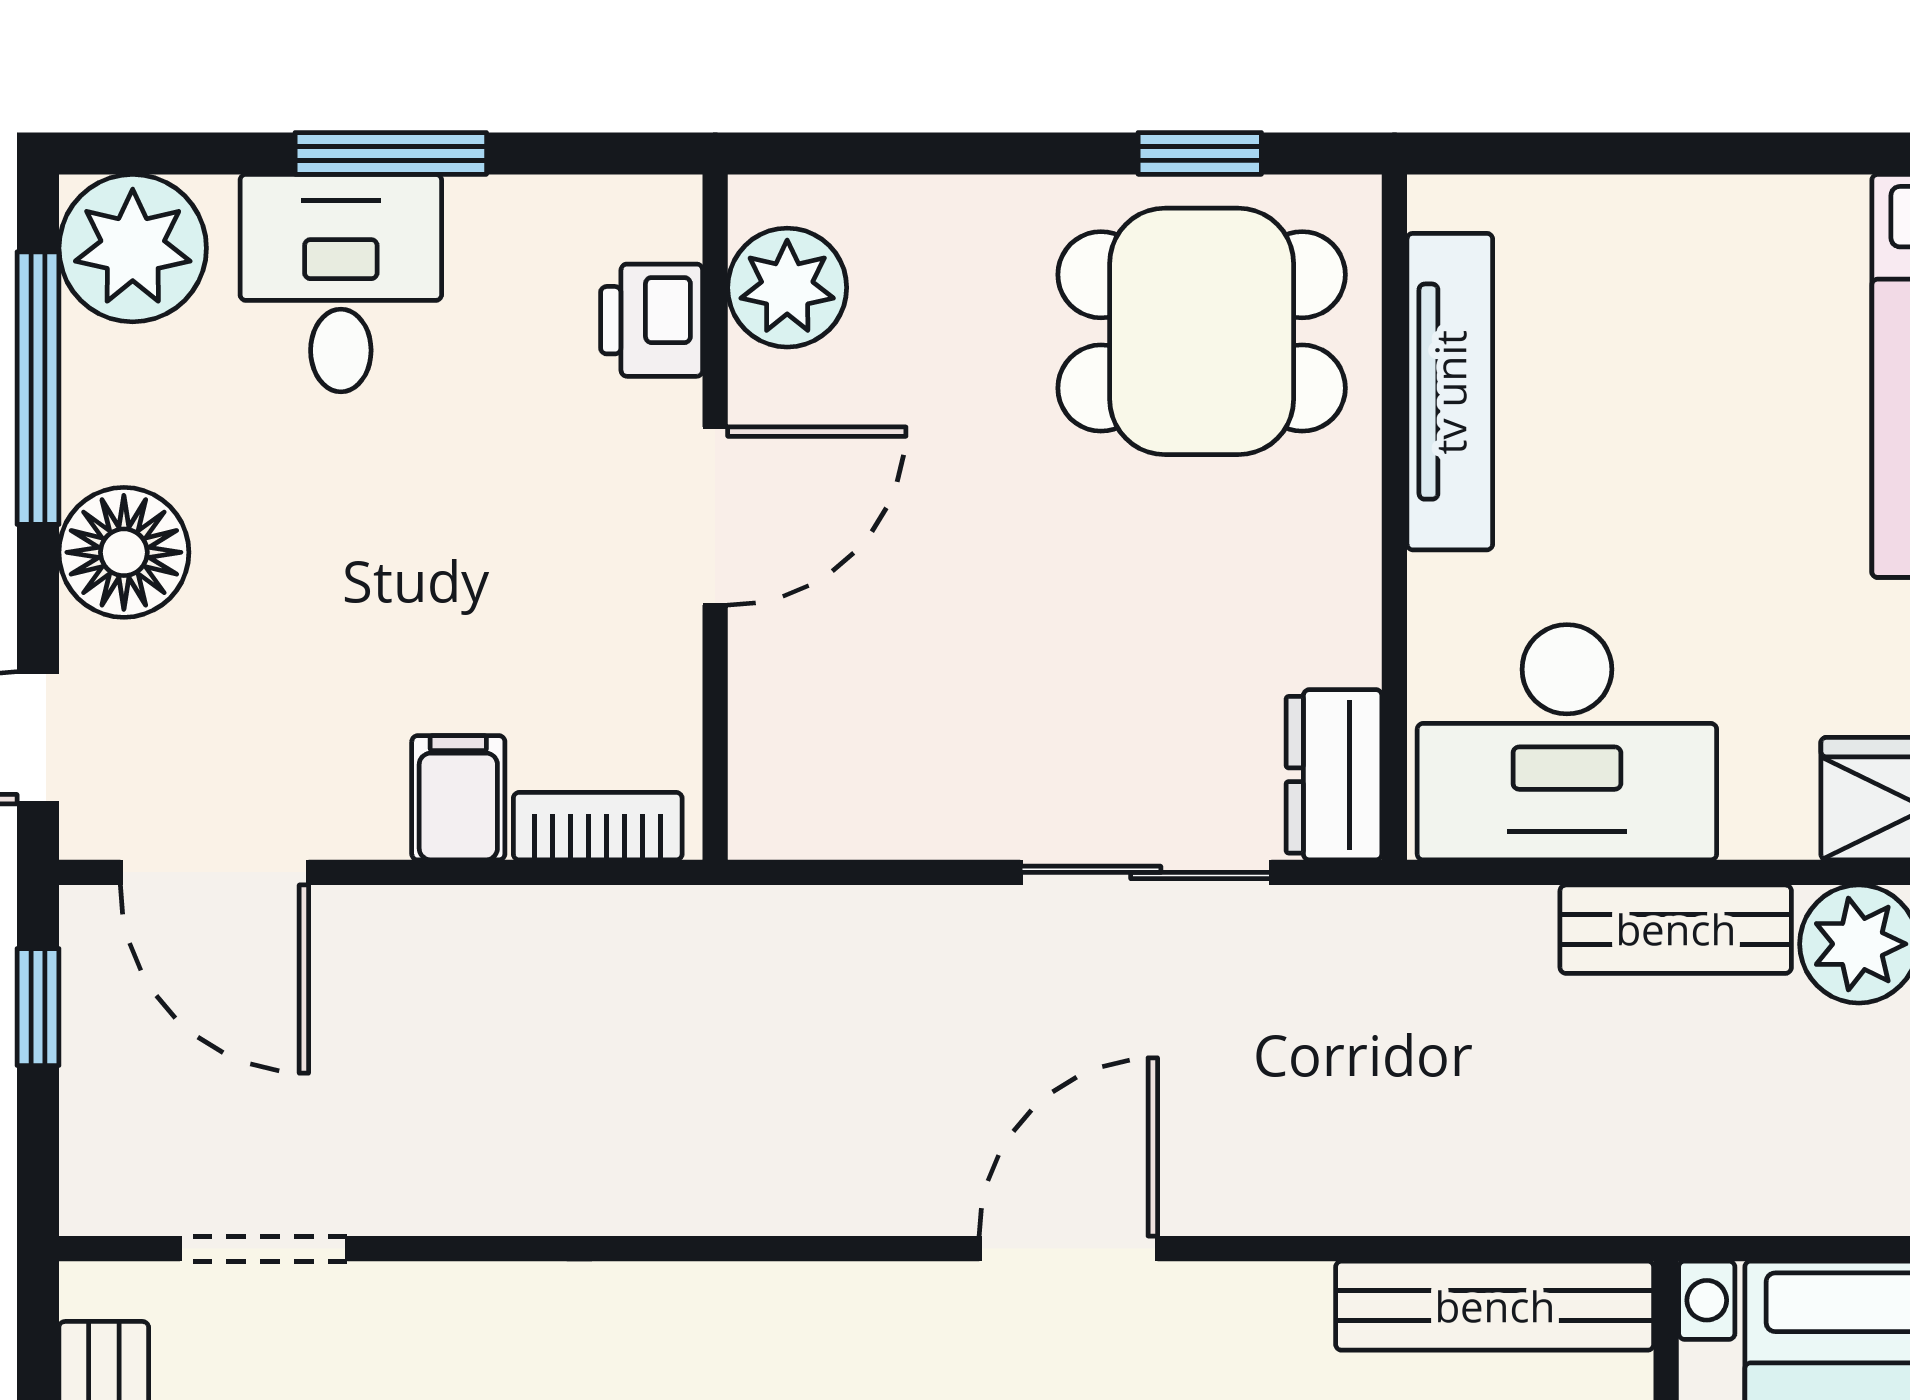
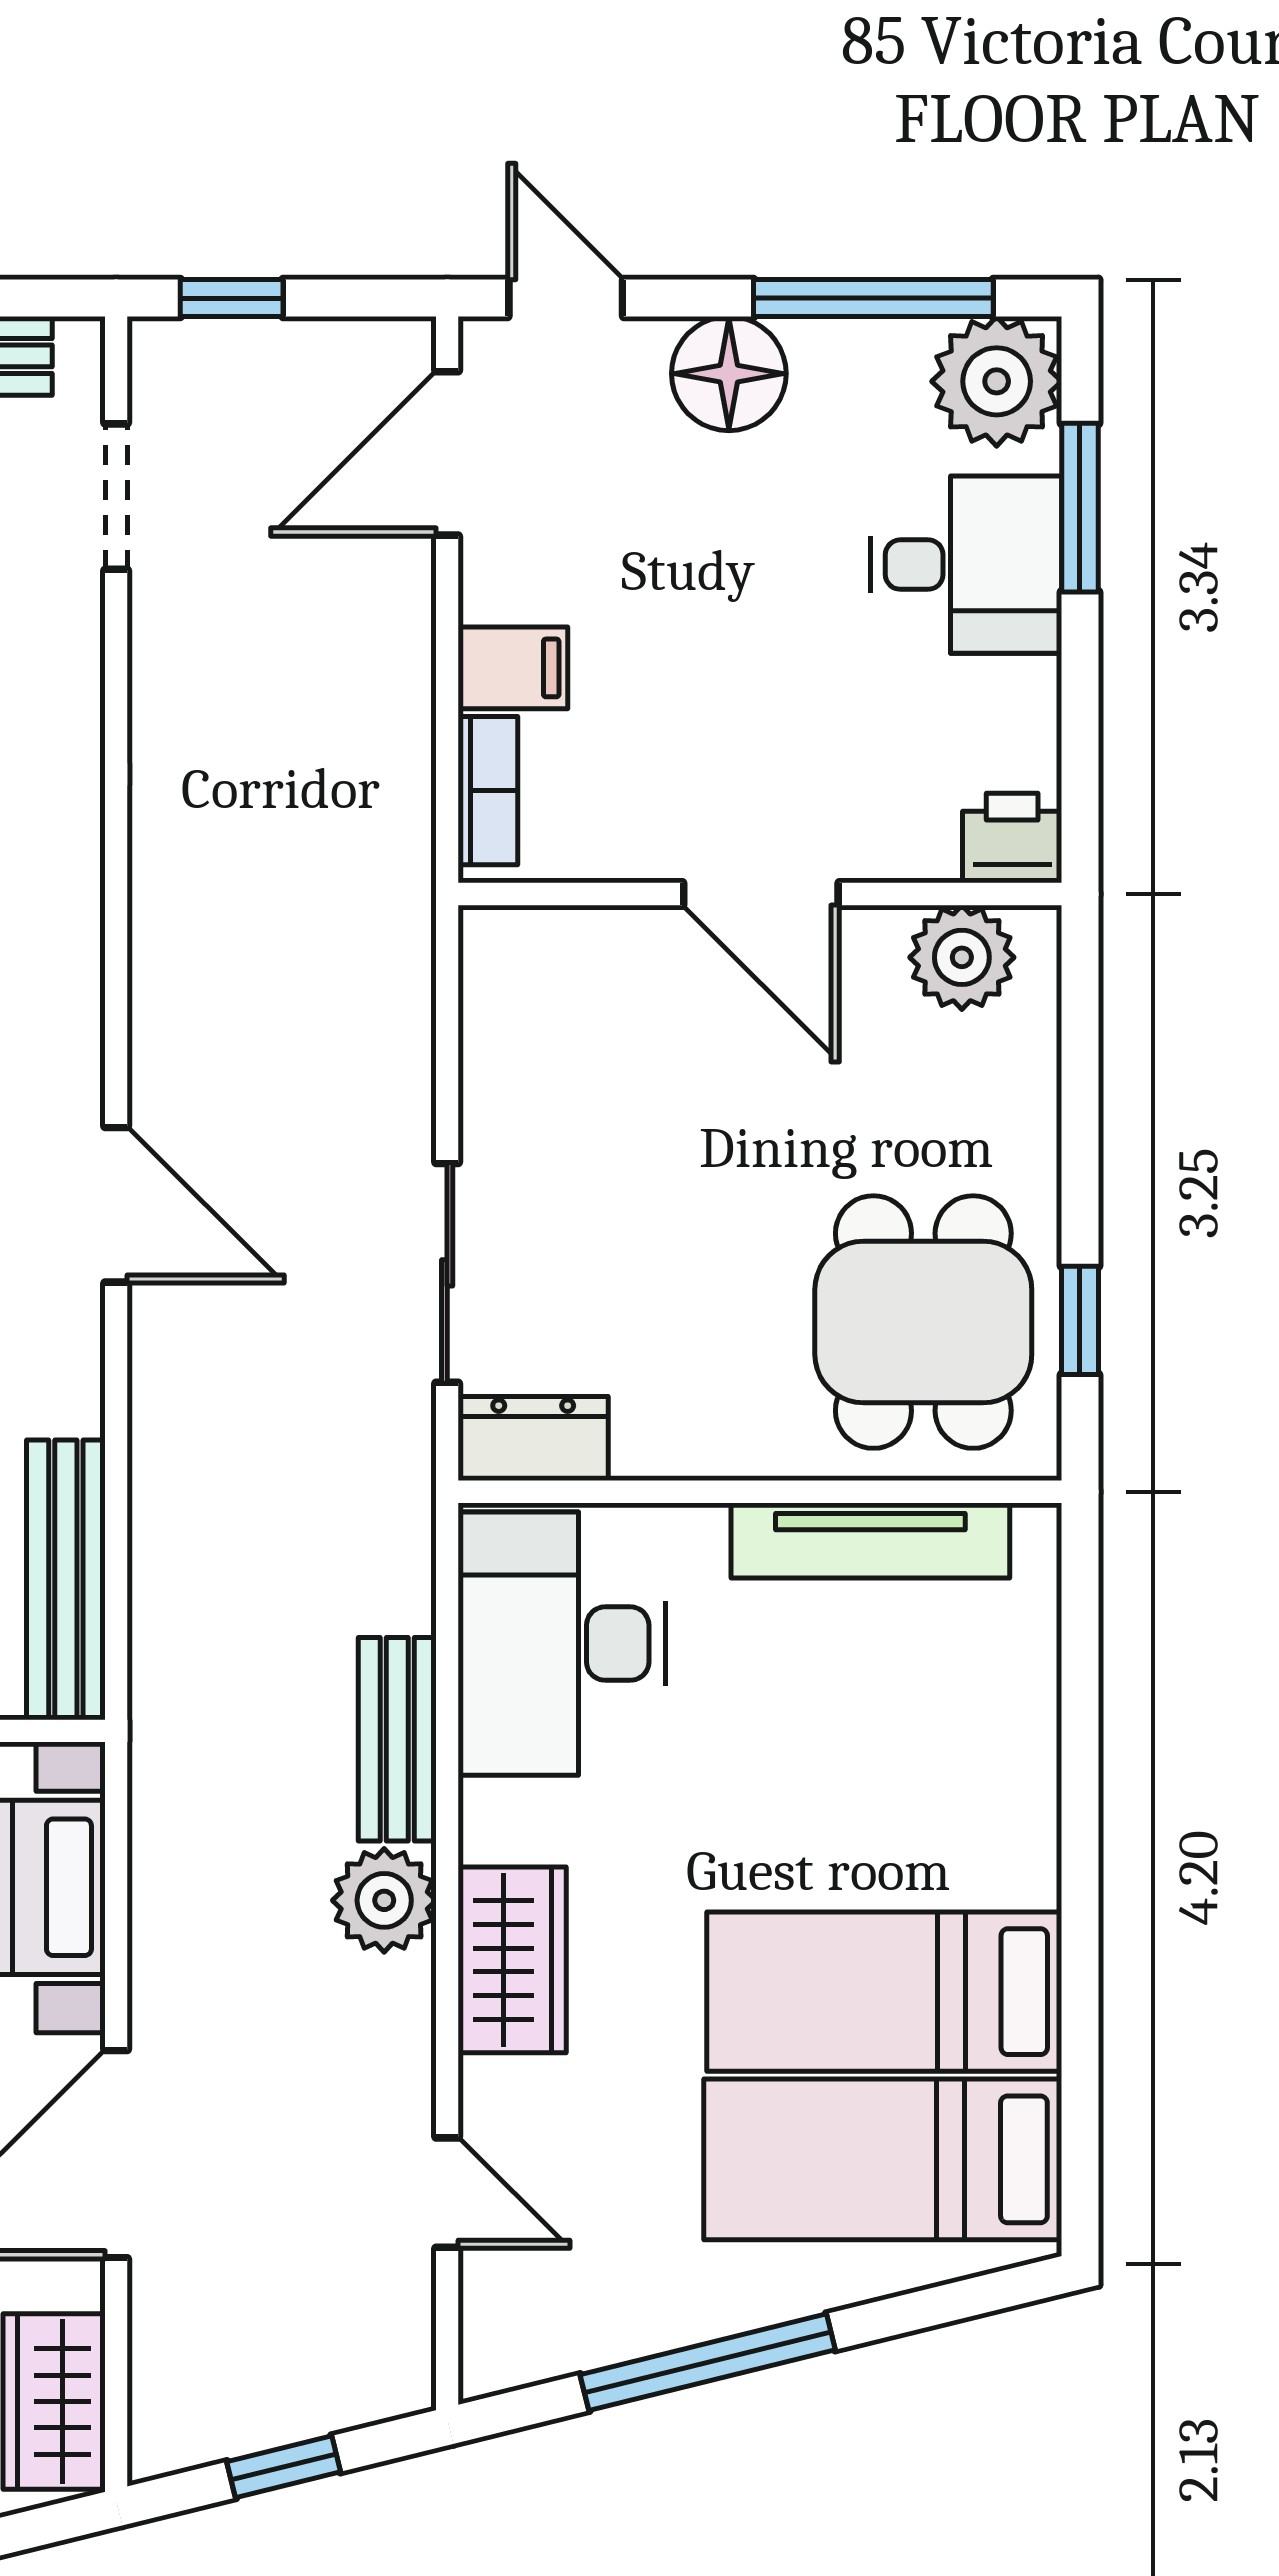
window: (391, 153) -> (1080, 508), moved
printer: (652, 320) -> (1012, 838), moved
window: (38, 1007) -> (232, 298), moved

